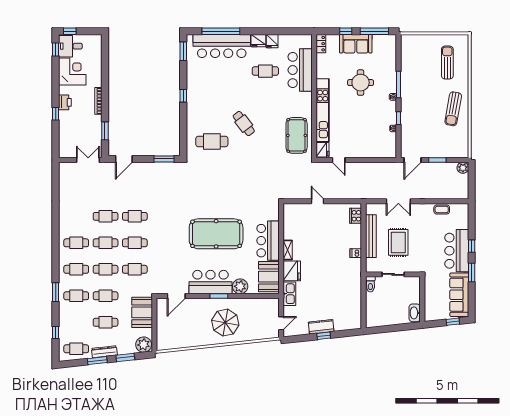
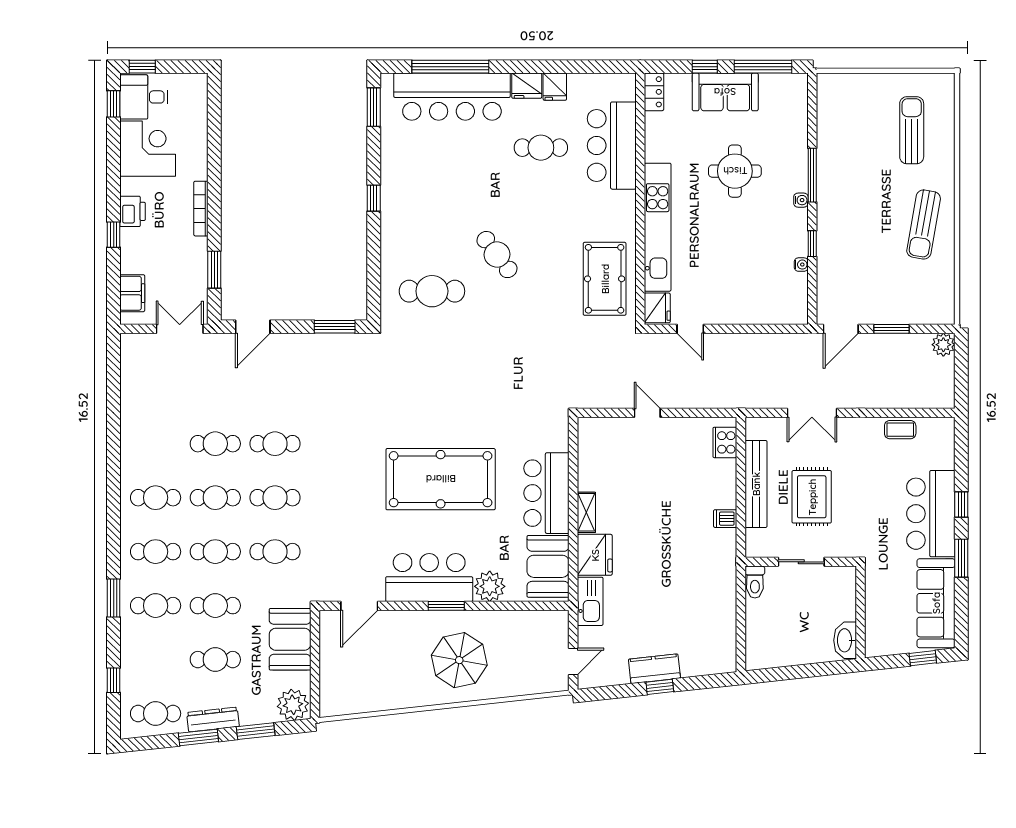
filing cabinet: (65, 142) -> (132, 293), added

